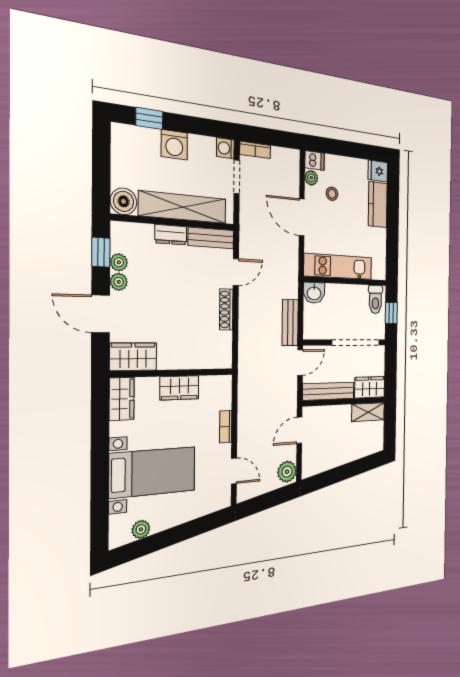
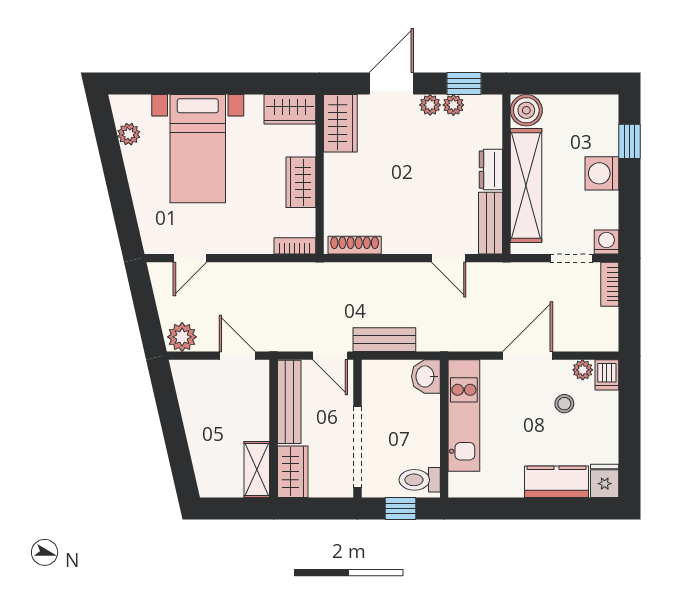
shoe rack: (226, 309) -> (355, 245), moved
bookcase: (226, 427) -> (295, 246), moved

